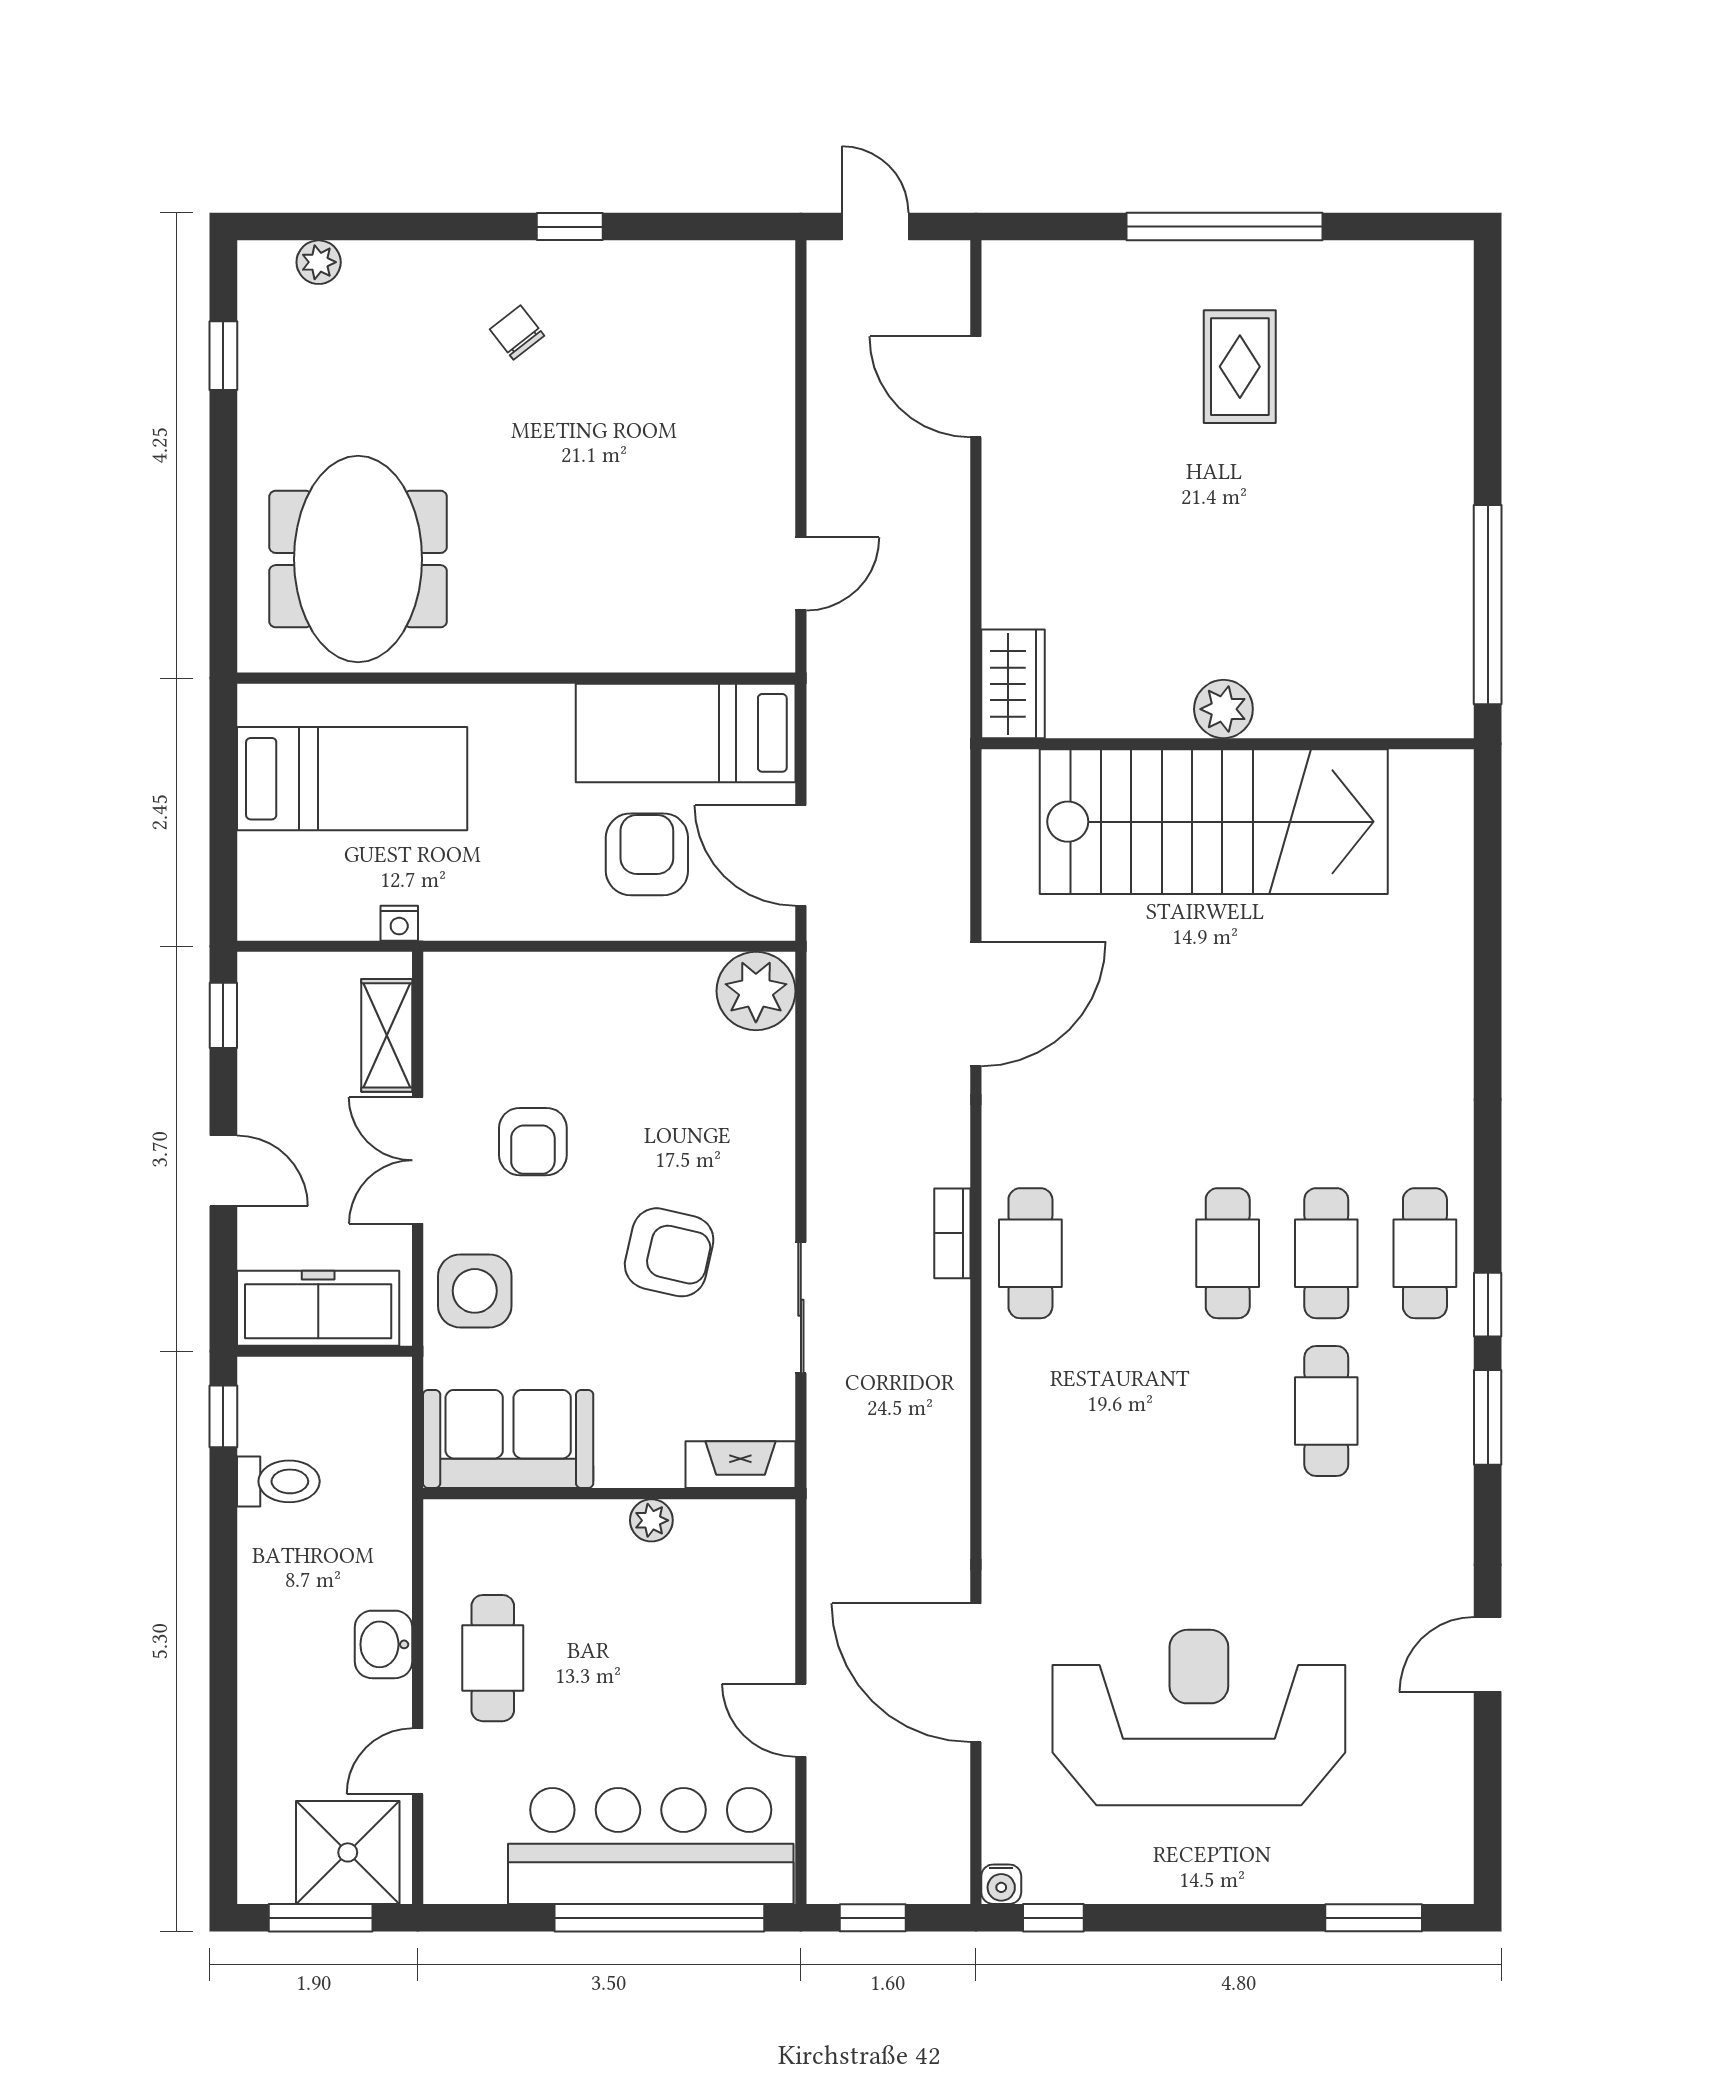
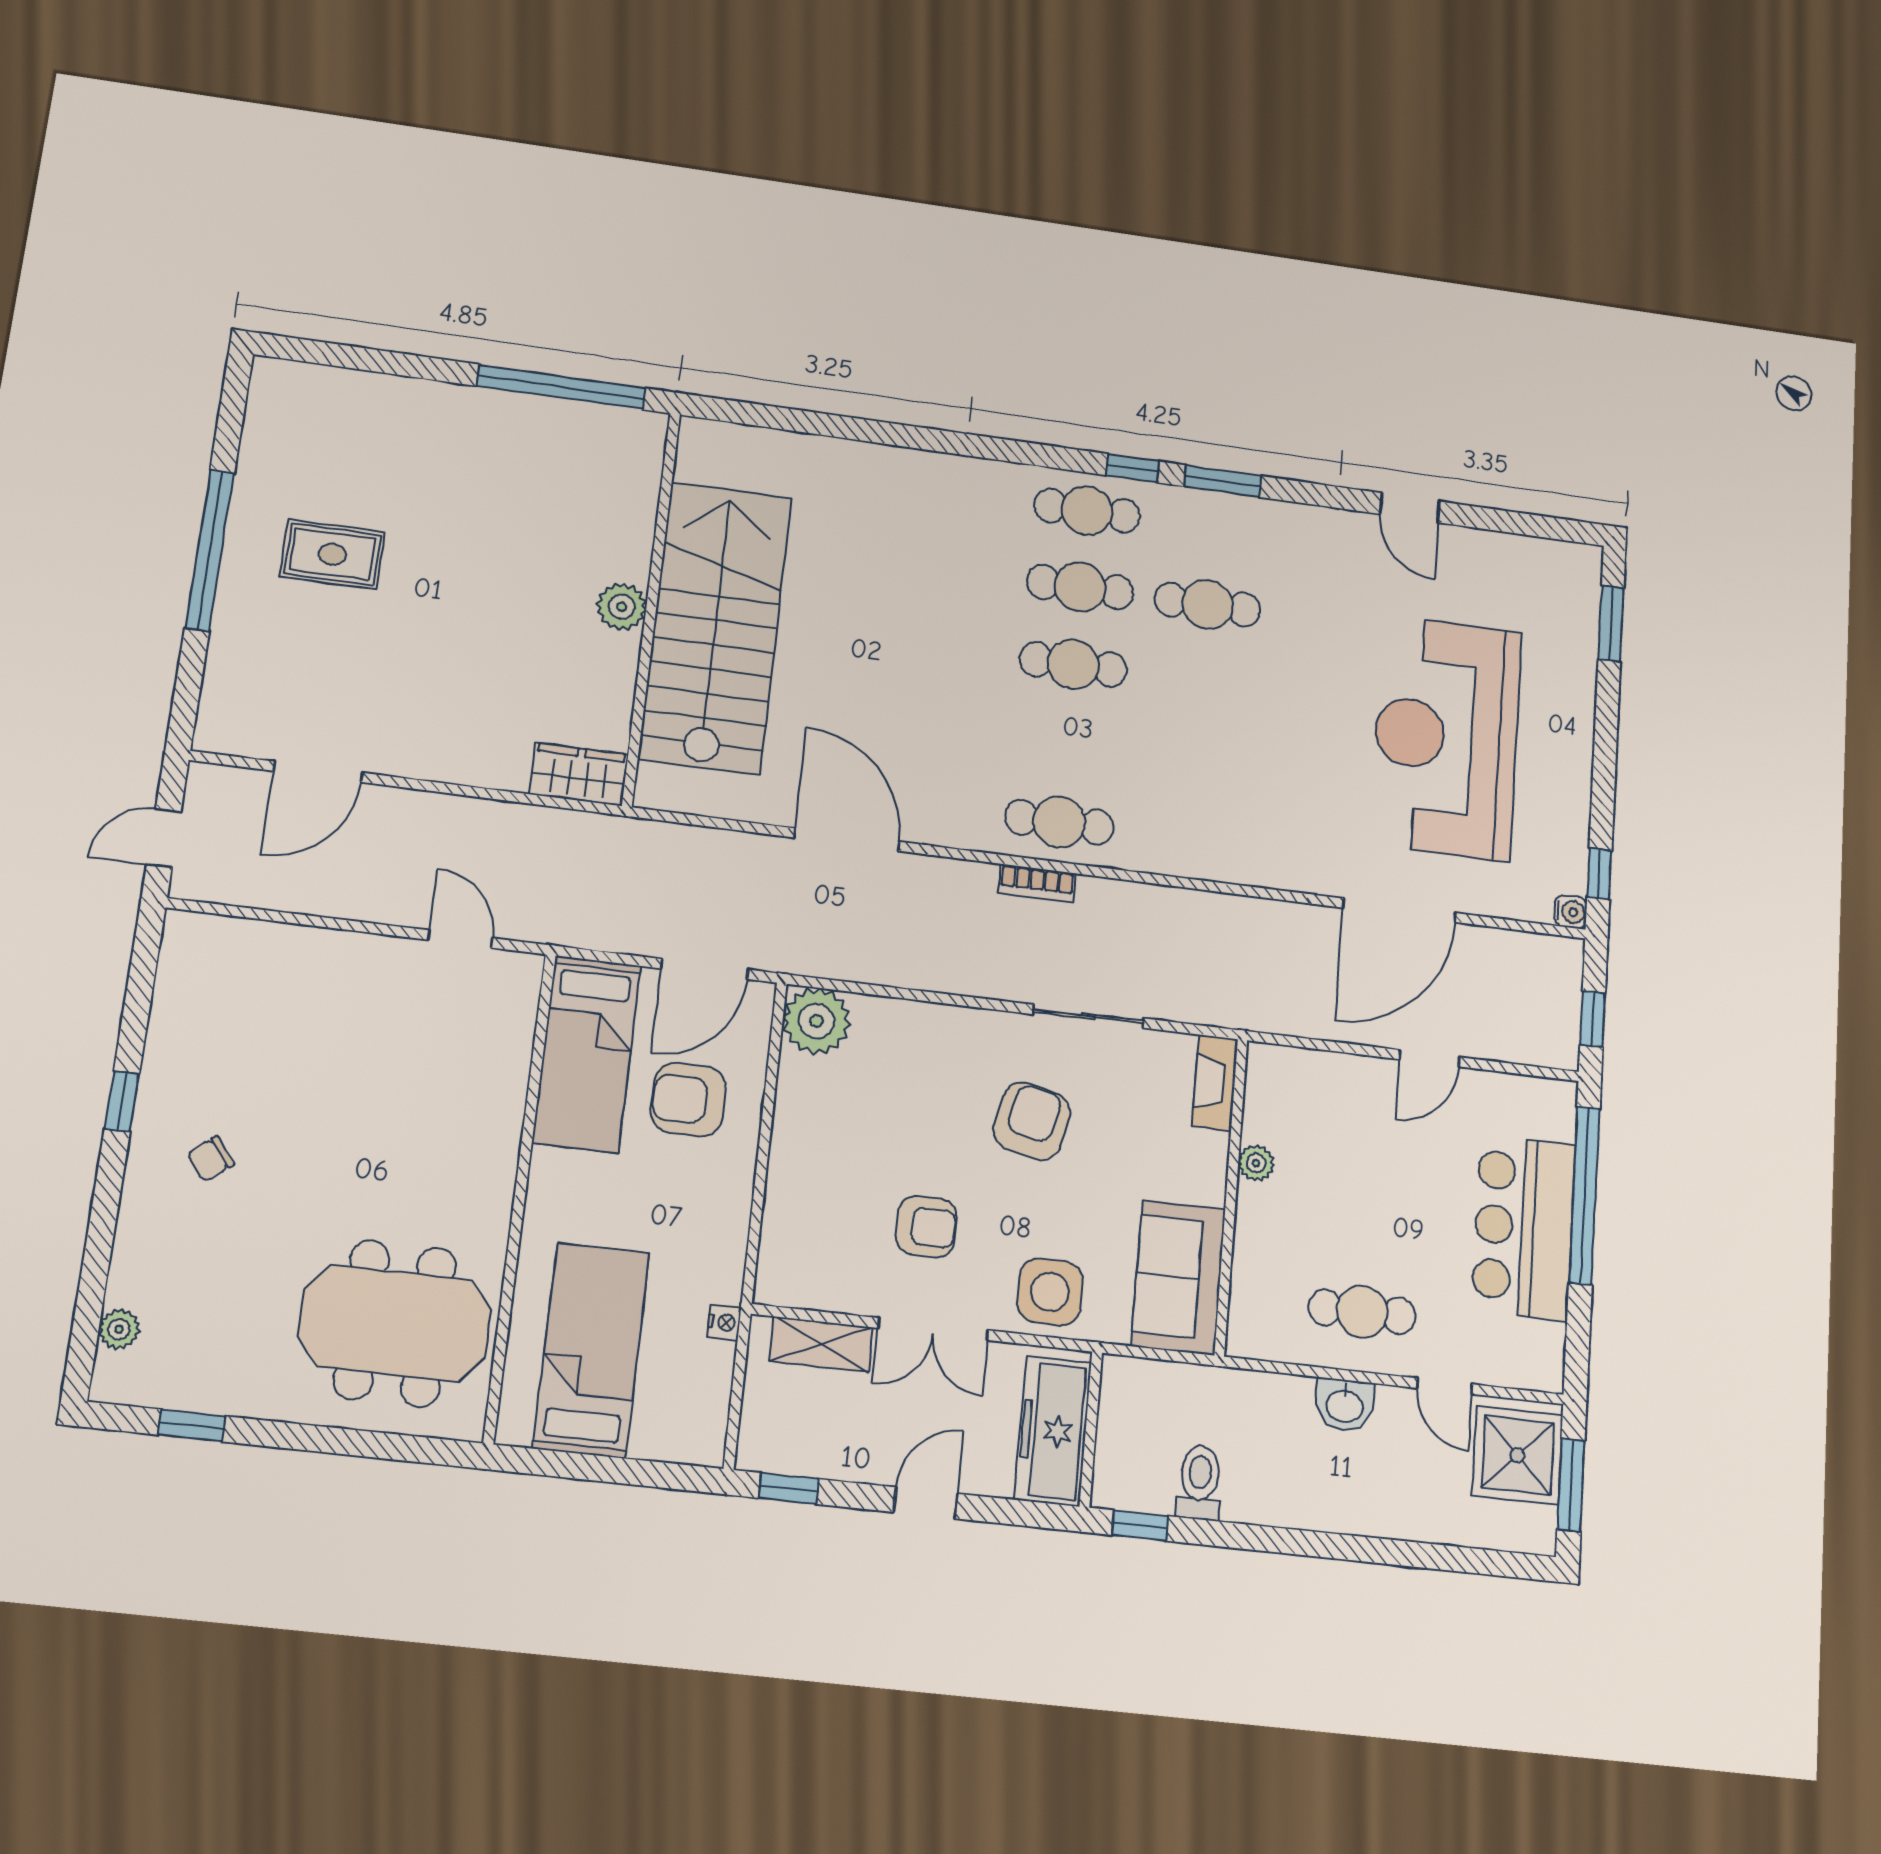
bar counter: (651, 1846) -> (1524, 1227), width x0.73

